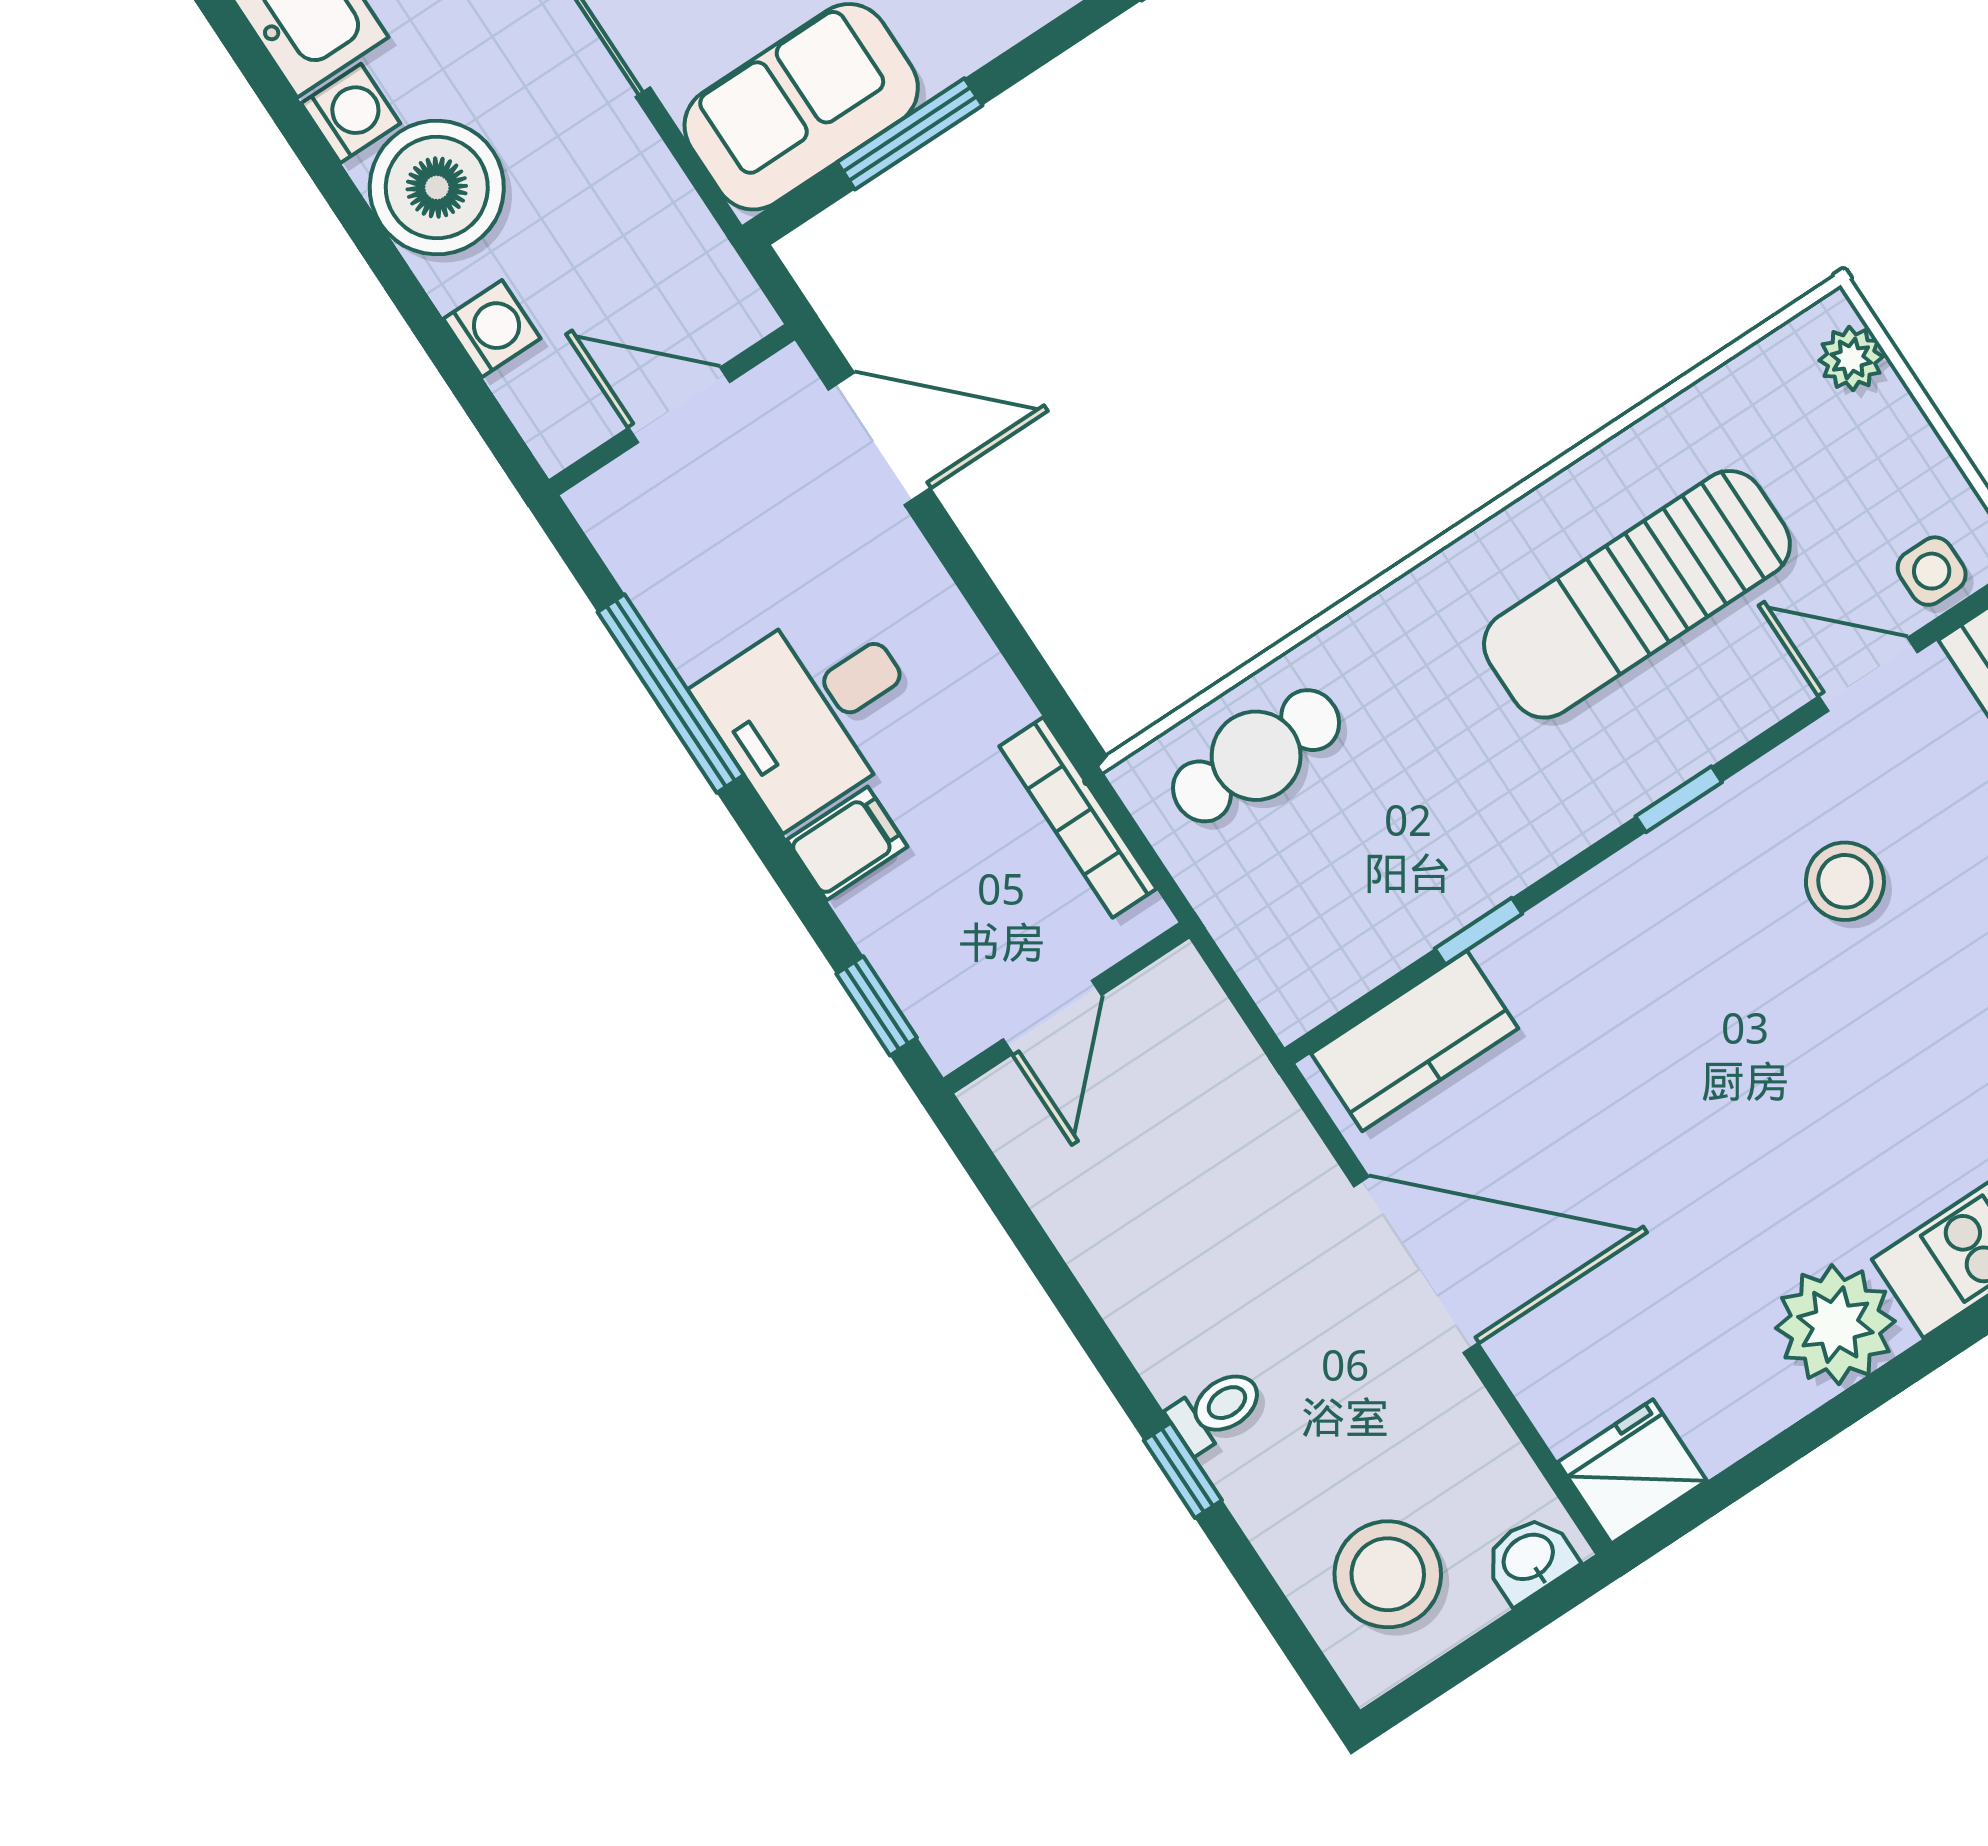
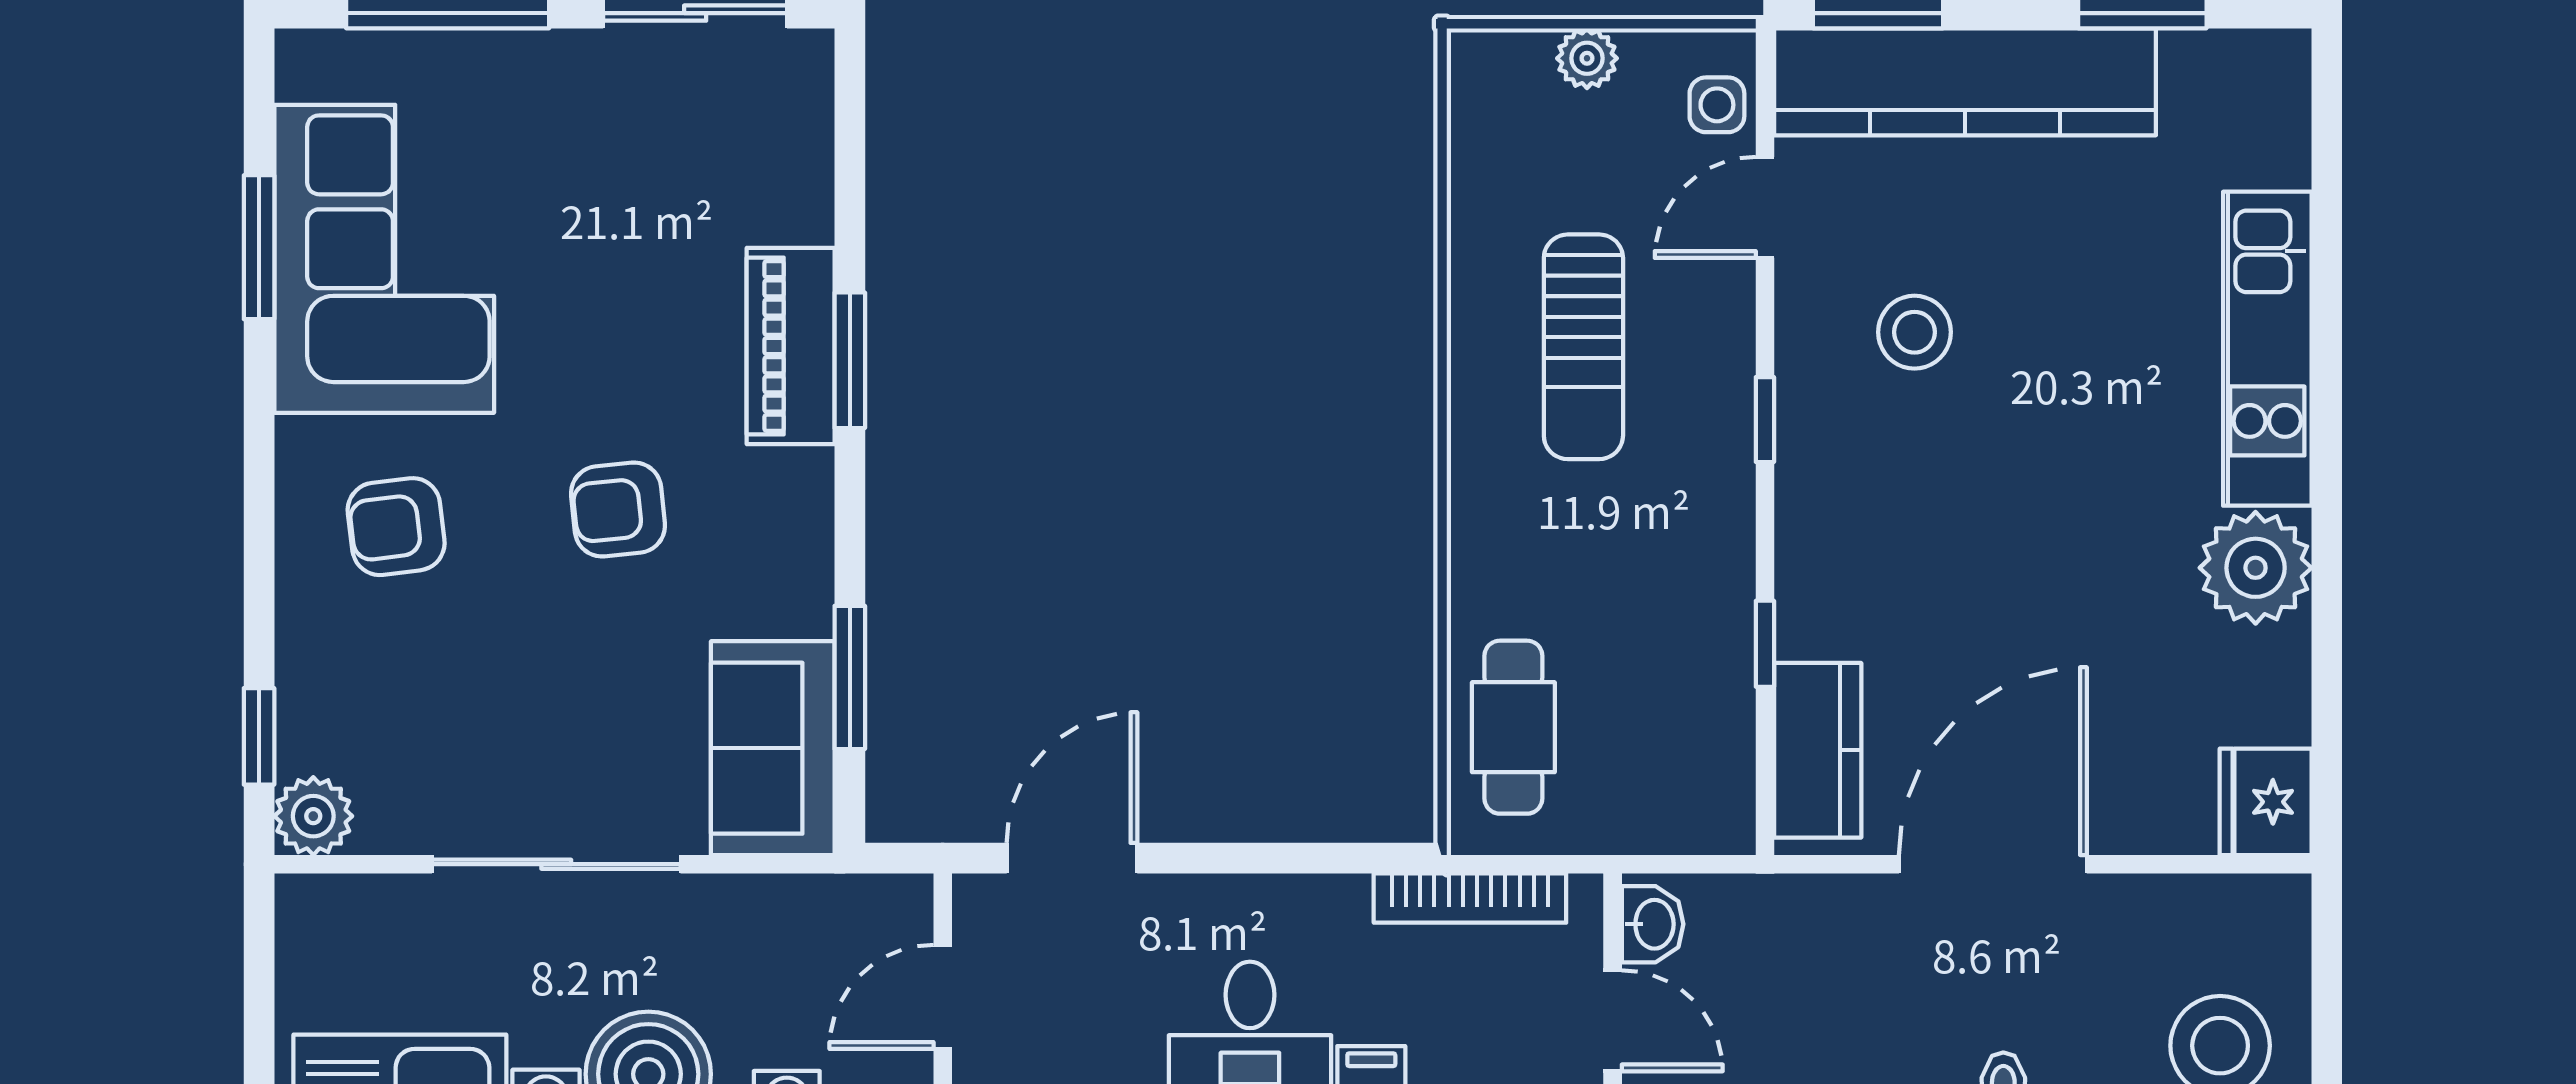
plant: (1851, 359) -> (1587, 58), moved
sun lounger: (1637, 594) -> (1583, 347), width x0.73, depth x0.75
washbasin: (1529, 1559) -> (1653, 924), moved, turned 180

